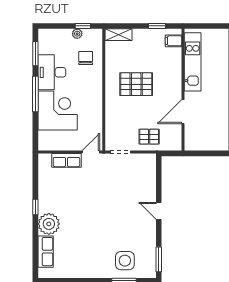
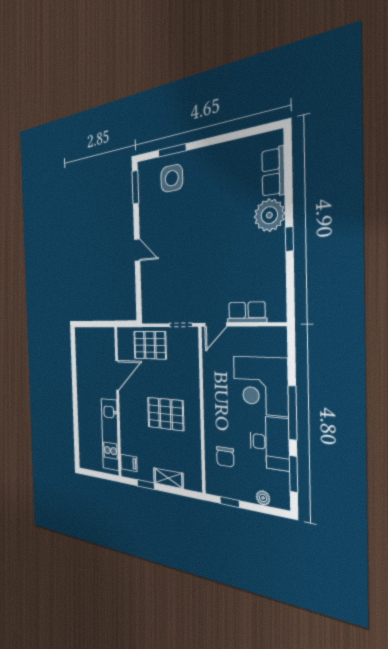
plant: (77, 34) -> (263, 498), moved
shelving: (118, 35) -> (168, 478), moved
pallet: (149, 137) -> (150, 345), width x1.50, depth x1.42

